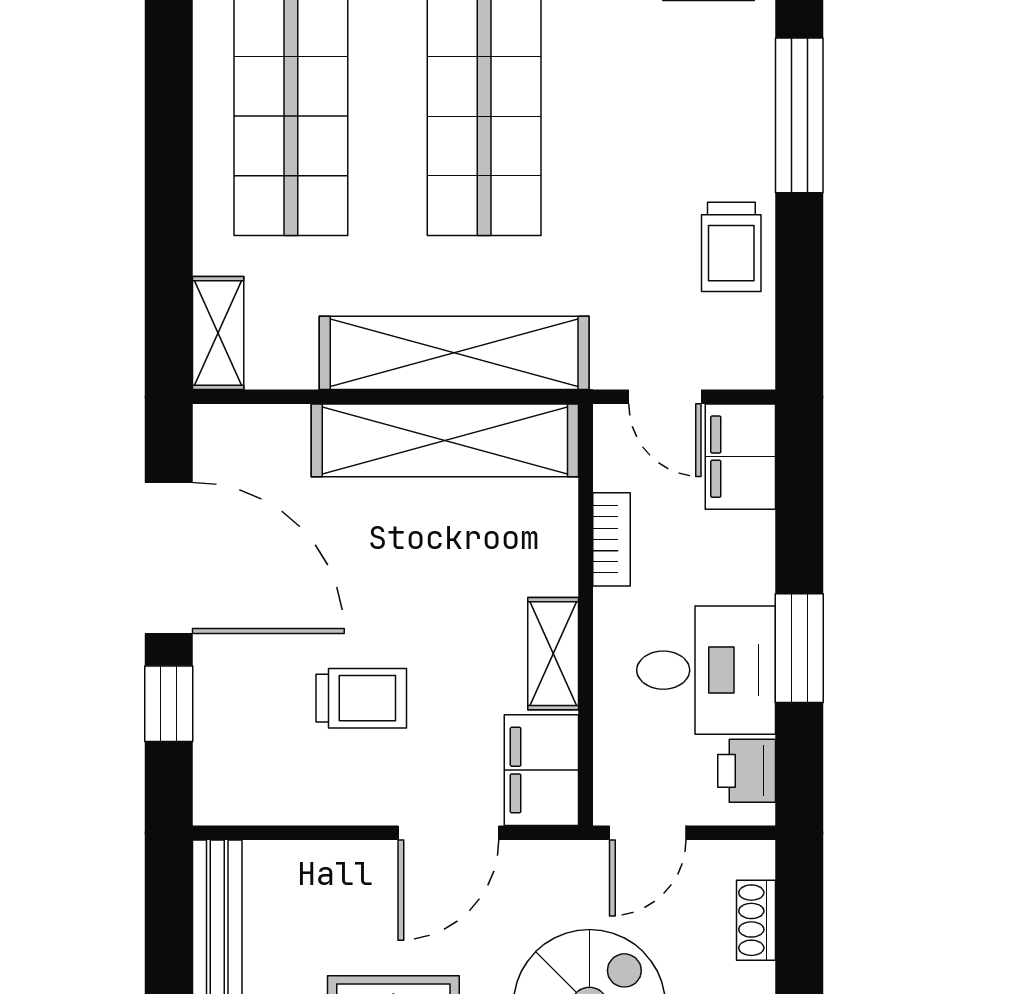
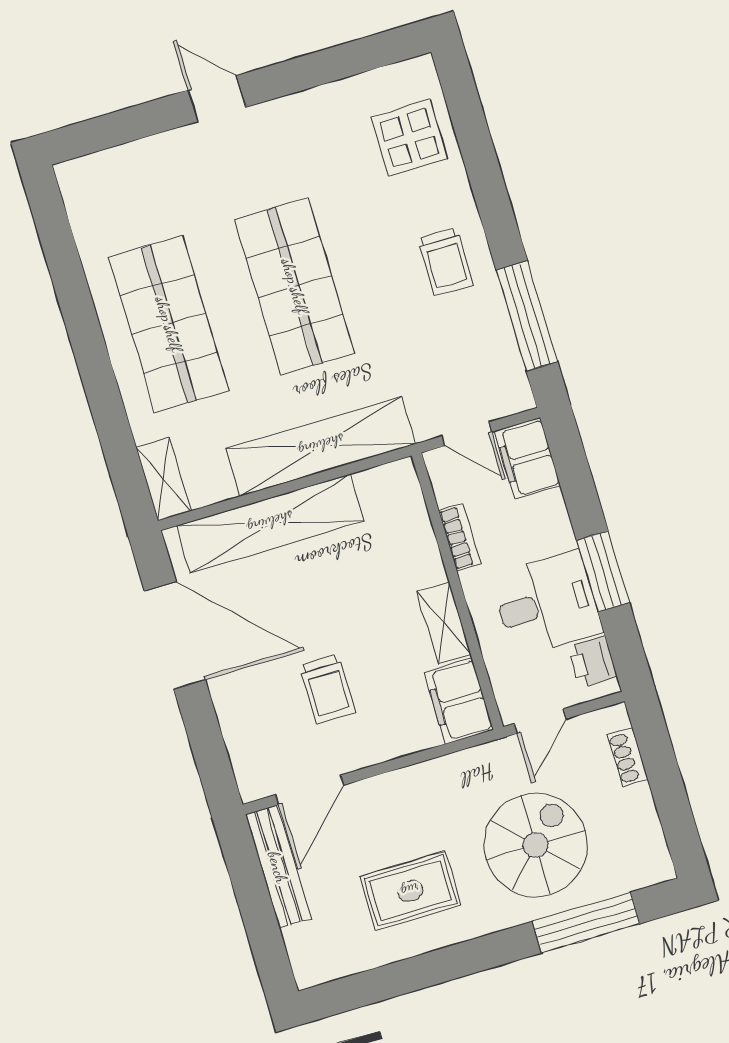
window: (799, 115) -> (527, 316), moved
trolley: (731, 247) -> (446, 262), moved
shelving: (445, 440) -> (270, 523), moved
trolley: (361, 698) -> (327, 689), turned 90
window: (169, 704) -> (203, 730), removed
door: (448, 833) -> (310, 790), moved

